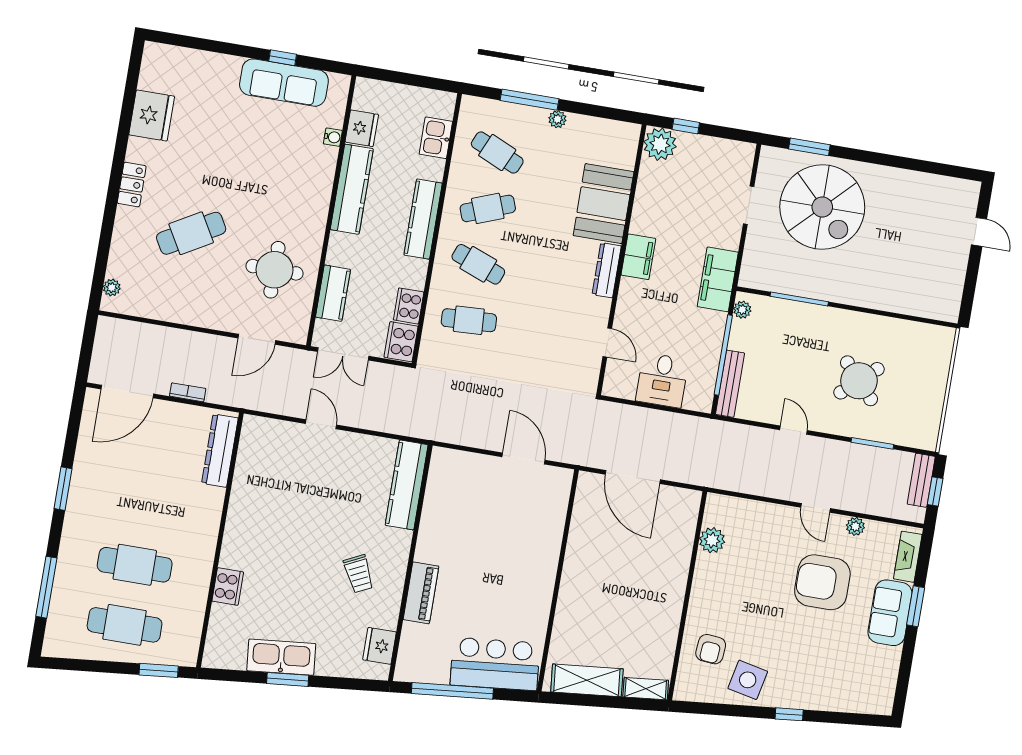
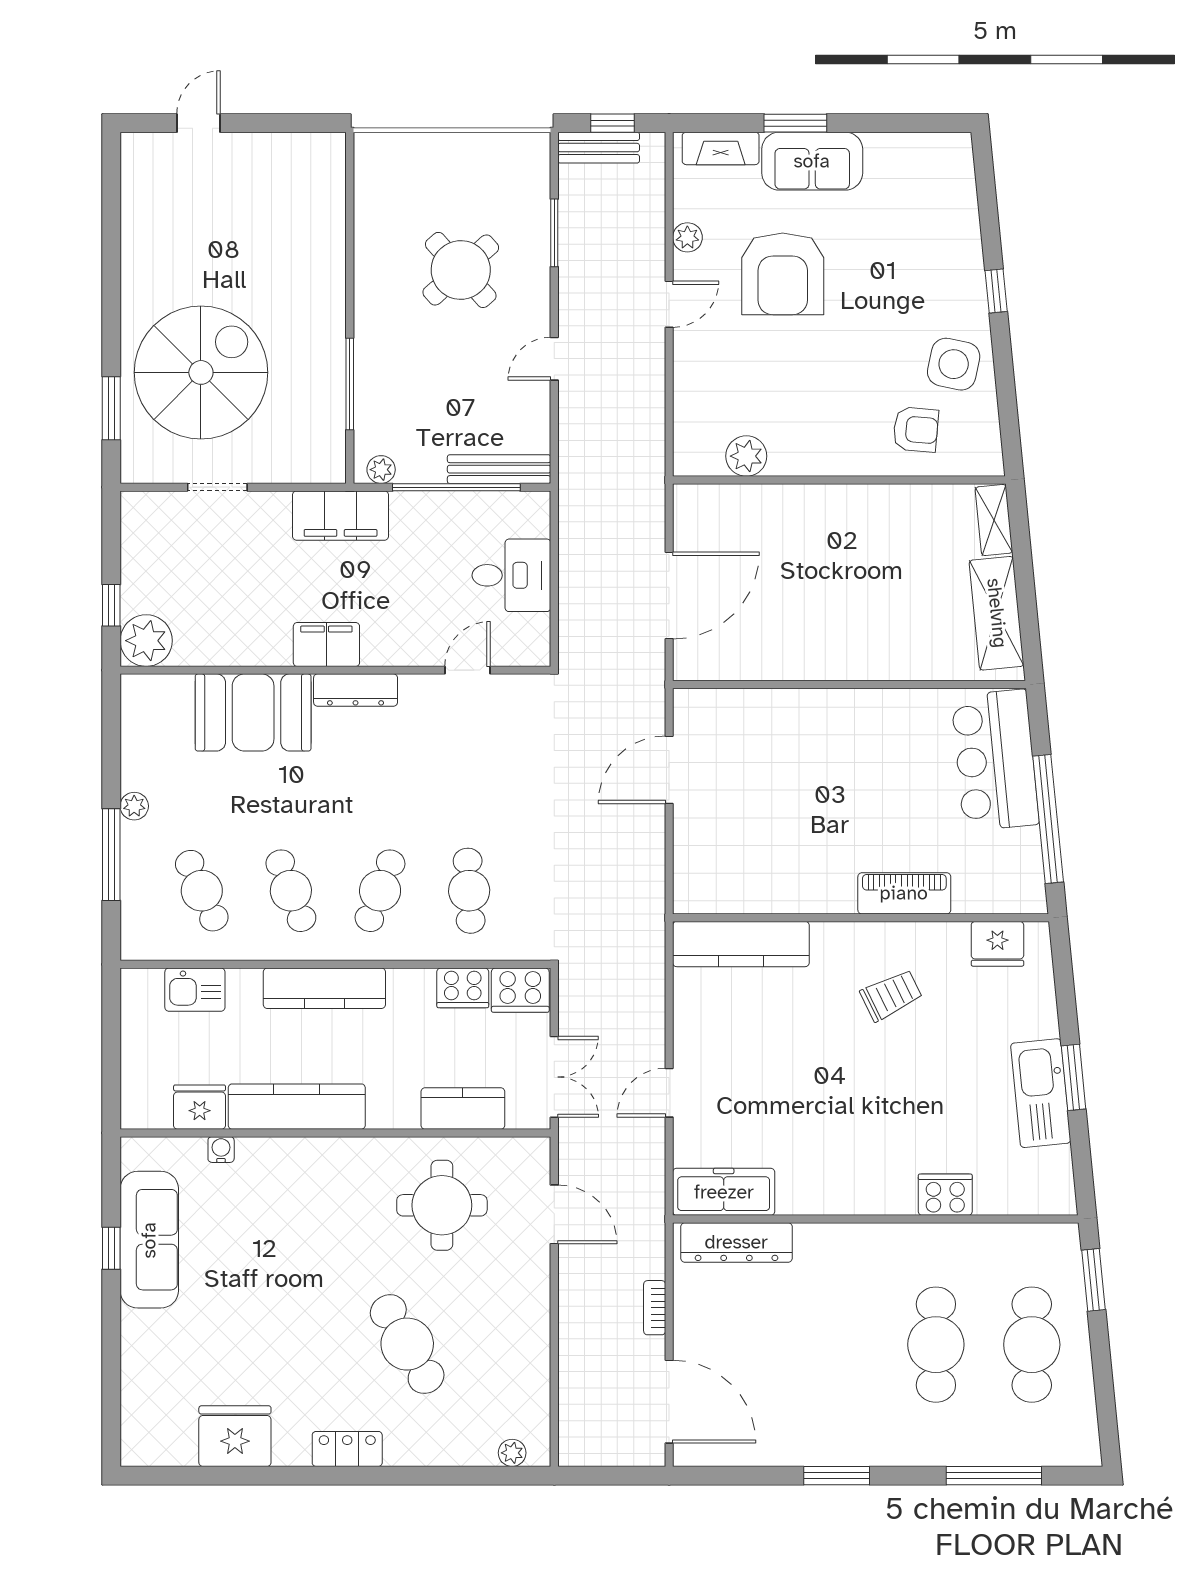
cafe table: (497, 153) -> (202, 891), turned -48
freezer: (253, 448) -> (724, 1192), added

